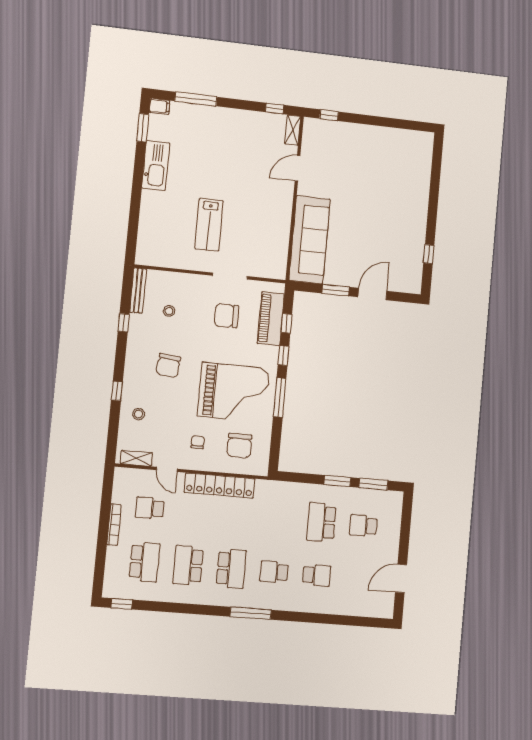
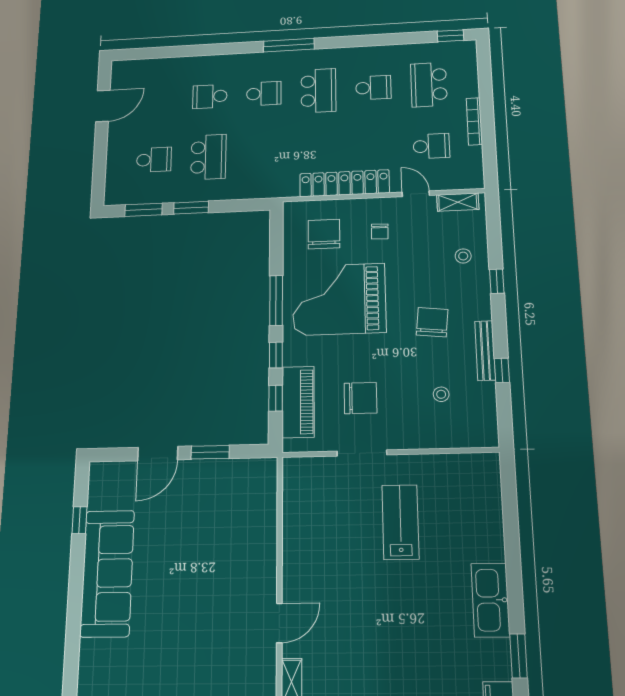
sofa: (310, 240) -> (107, 573), moved, turned 180
bench: (138, 290) -> (485, 351), moved
school desk: (188, 565) -> (373, 88), width x0.54
school desk: (231, 569) -> (318, 91), turned 180

